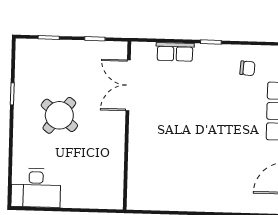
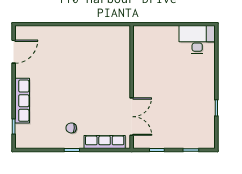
row of seats: (175, 52) -> (105, 142), width x1.48
chair: (247, 68) -> (71, 128), moved
round table: (59, 115) -> (181, 93), removed

